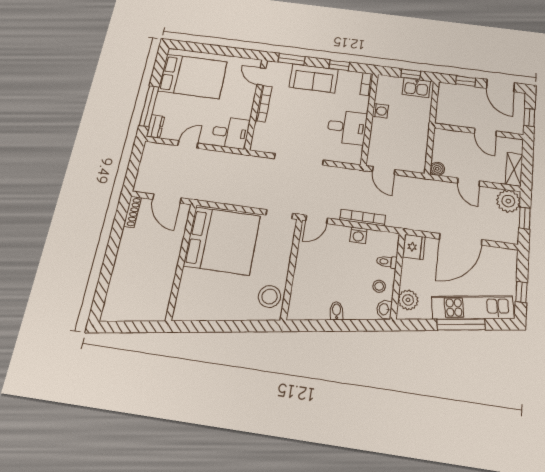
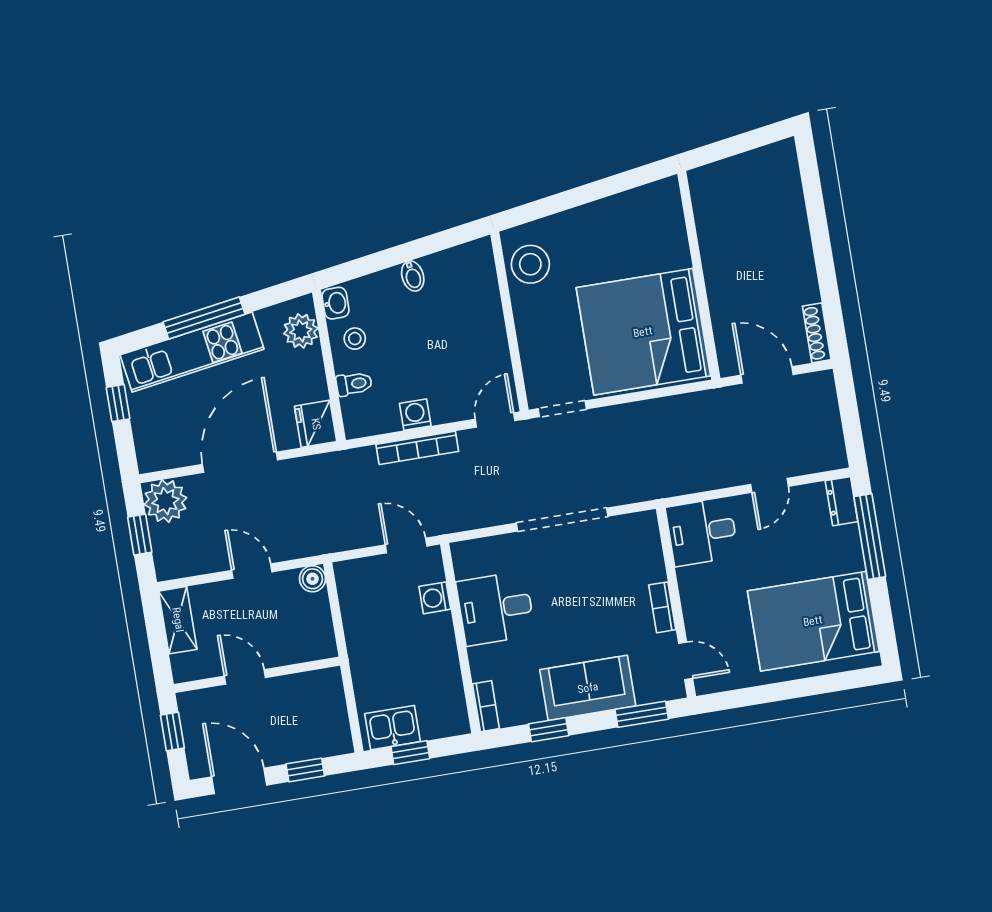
bookcase: (264, 104) -> (662, 607), width x0.64
washing machine: (380, 111) -> (435, 598), moved
plant: (508, 201) -> (165, 501), moved

